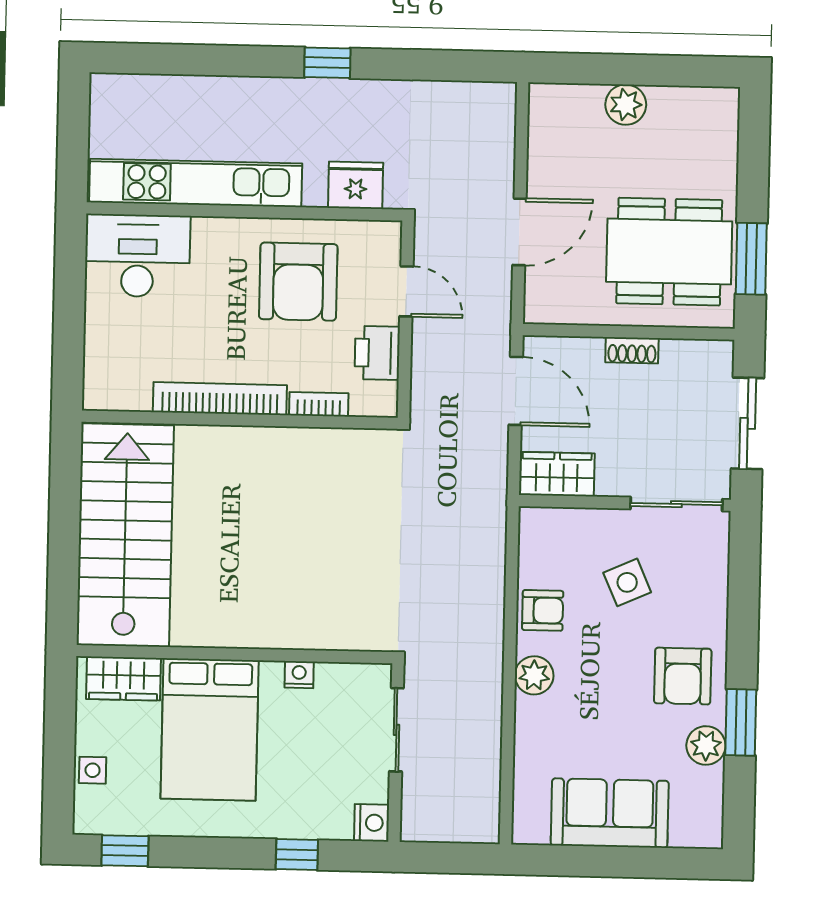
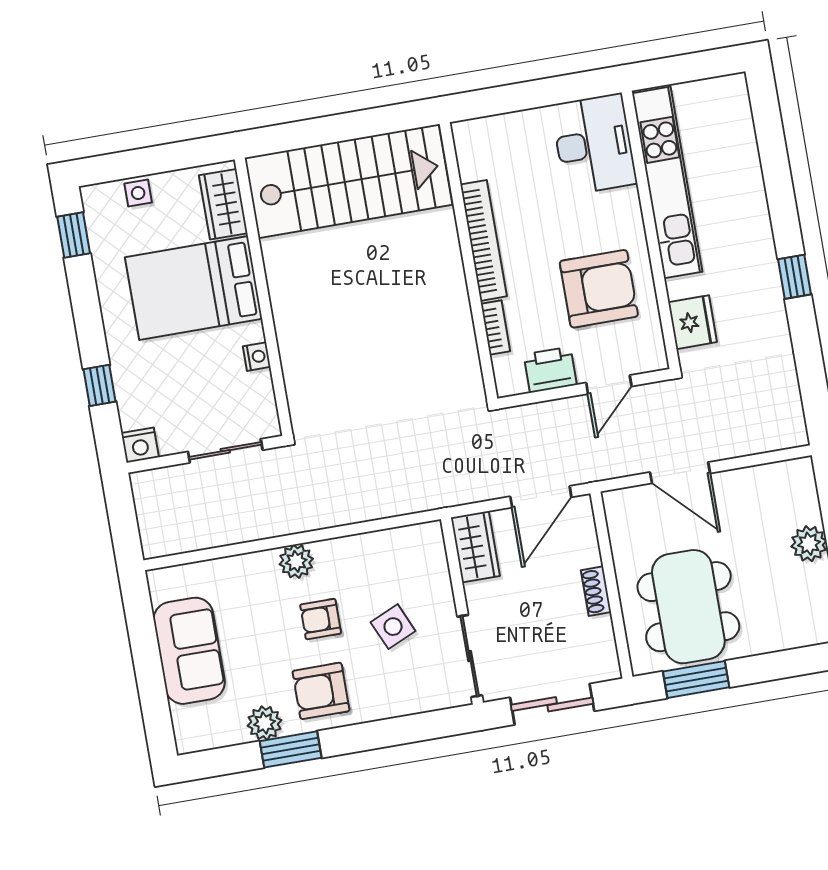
armchair: (298, 282) -> (599, 289), turned 180
armchair: (543, 610) -> (321, 619), moved, turned 90

